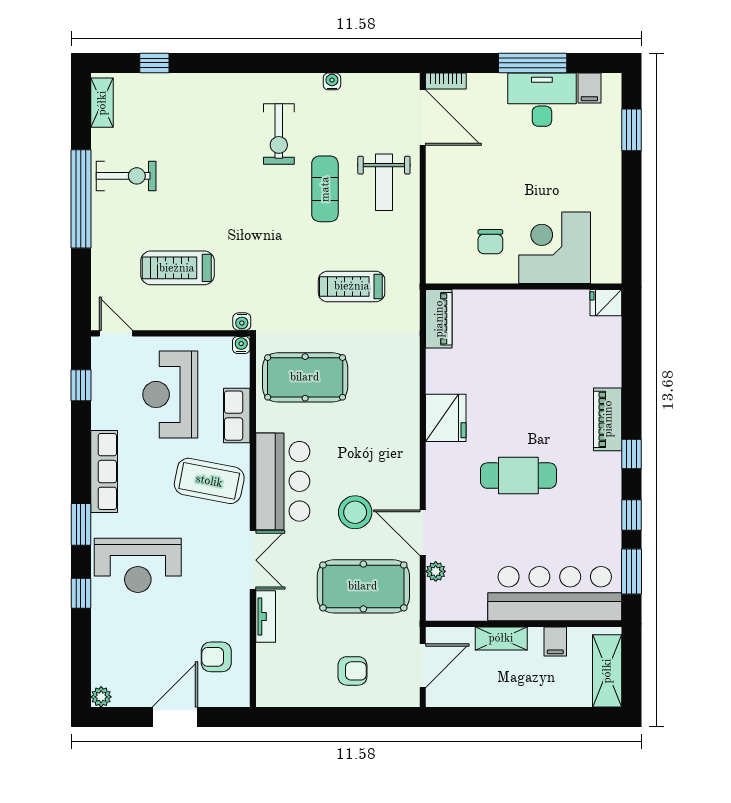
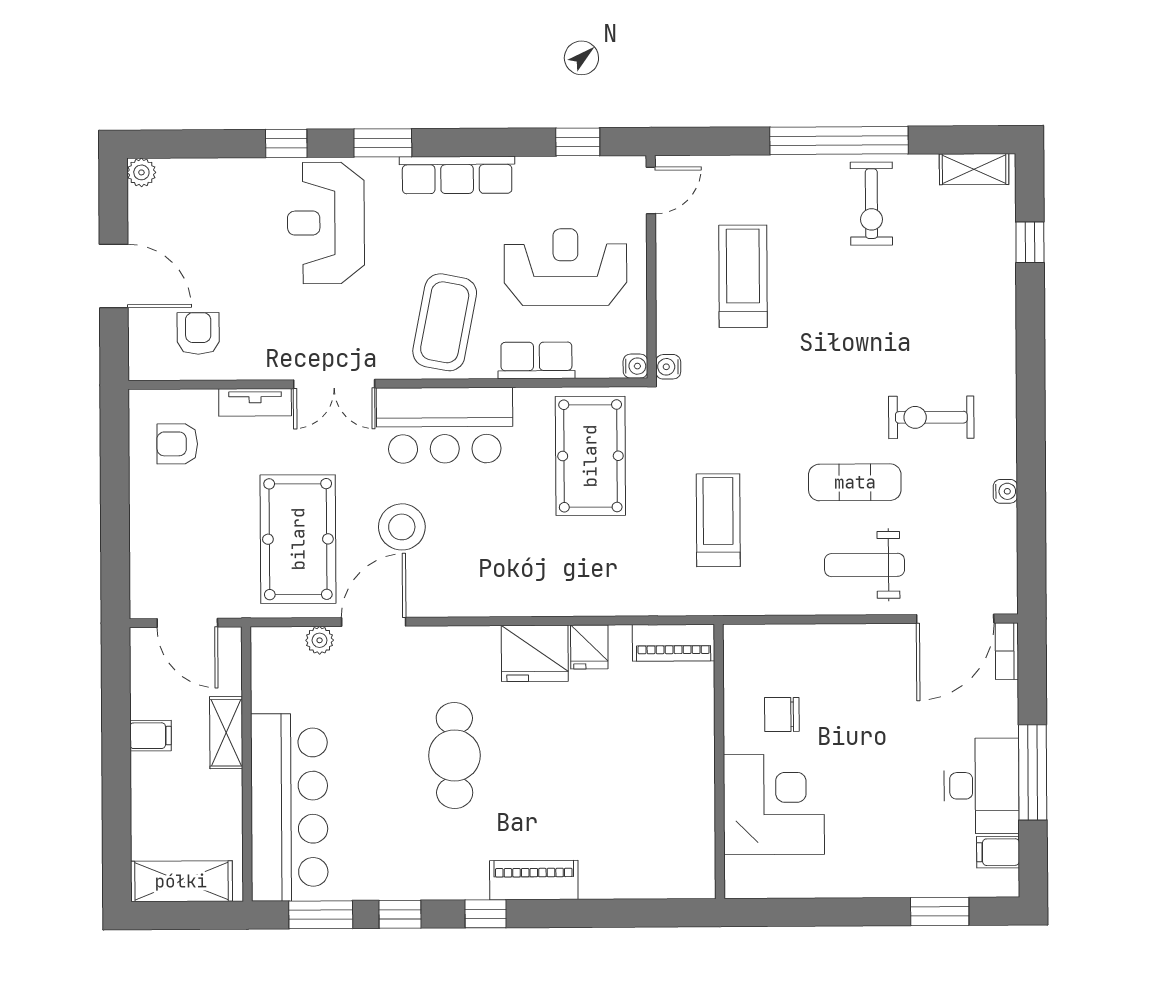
fridge: (606, 303) -> (589, 647), moved, turned 180
filing cabinet: (555, 642) -> (151, 736), moved, turned 180
armchair: (352, 671) -> (177, 444), moved, turned 90

